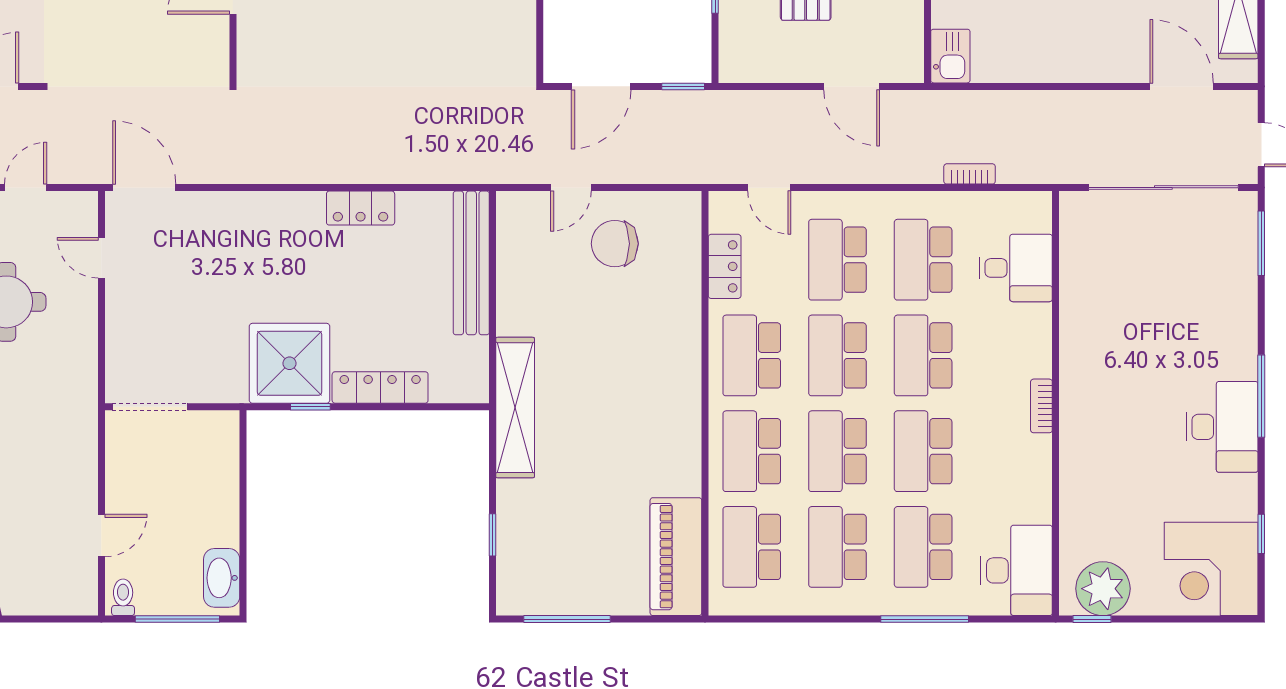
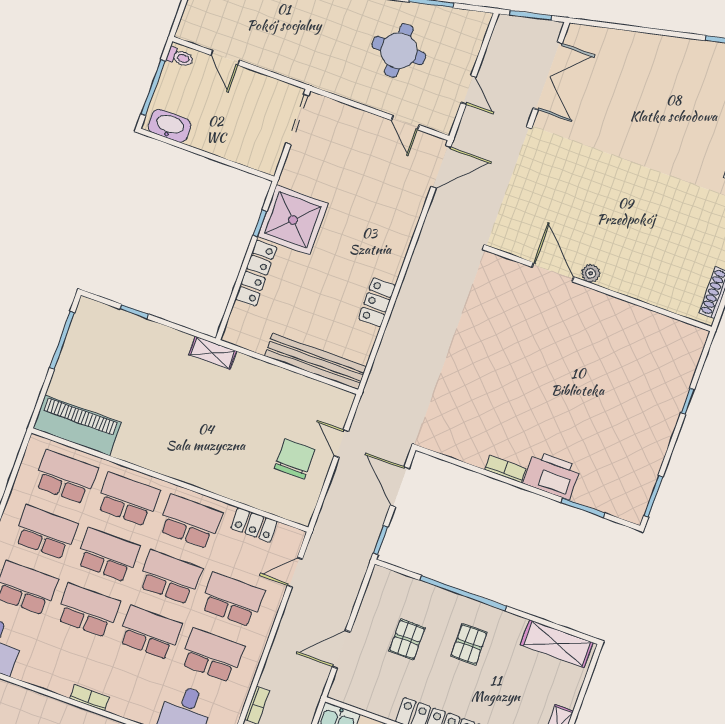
door: (101, 258) -> (405, 123), swing flipped
shelving: (515, 408) -> (213, 353), width x0.45, depth x0.75

